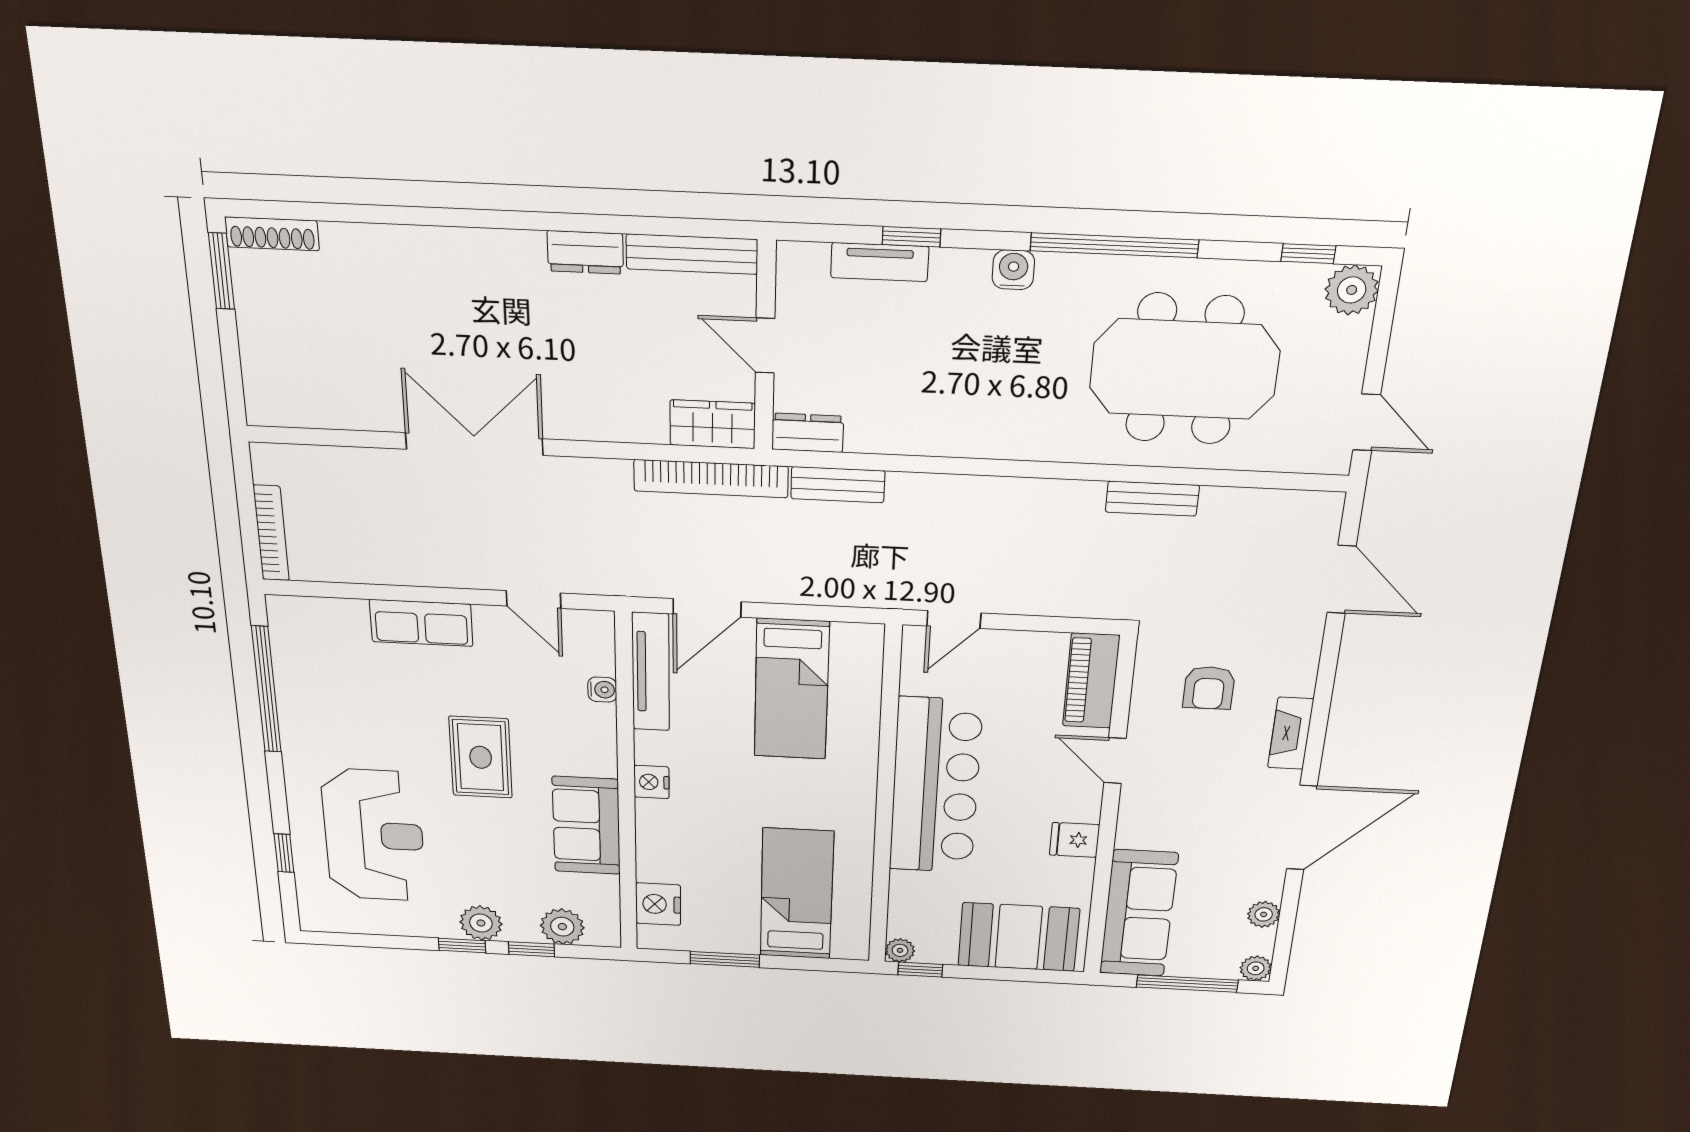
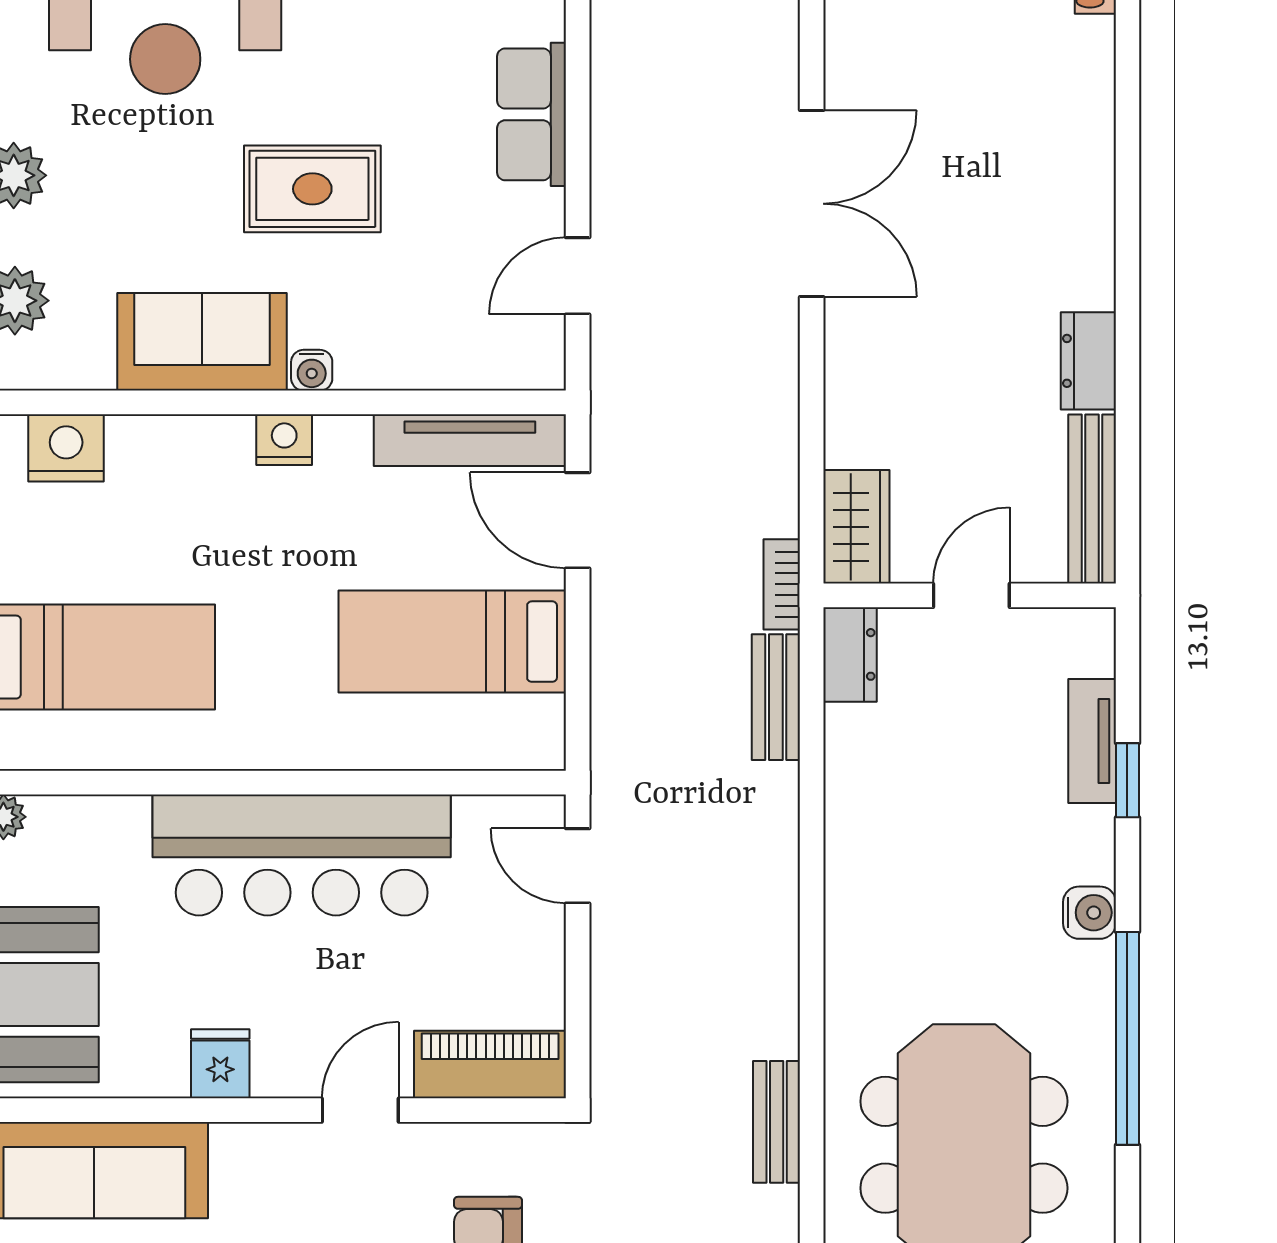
bookcase: (711, 479) -> (782, 584), width x0.43, depth x0.76
water cooler: (602, 690) -> (312, 370), moved

